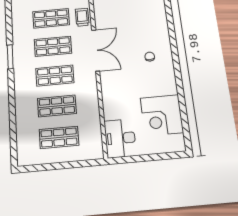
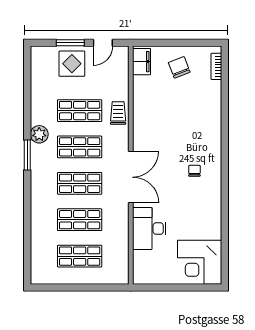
plant: (19, 40) -> (39, 134), added
double door: (96, 50) -> (131, 177), moved
corner desk: (162, 115) -> (200, 262), moved
desk: (120, 138) -> (149, 229), moved

